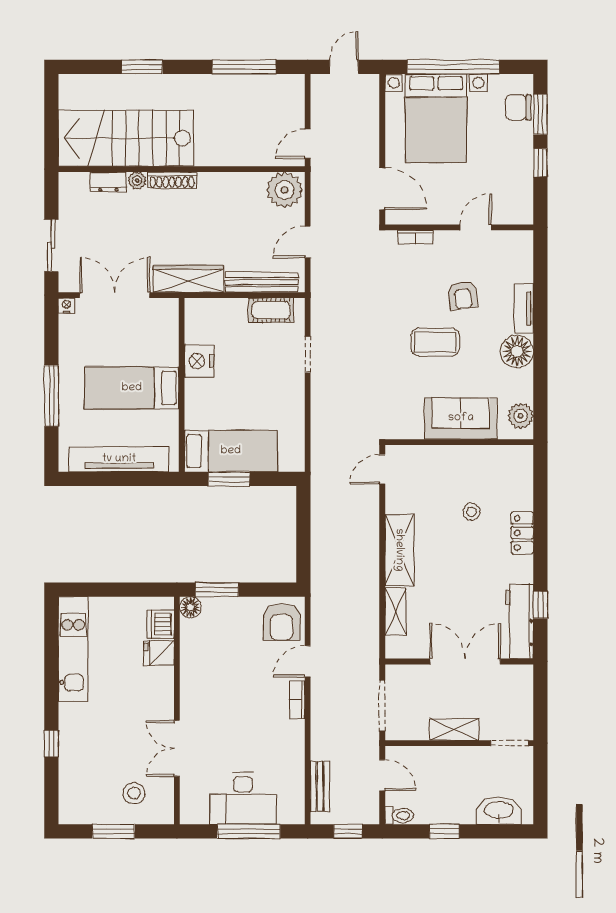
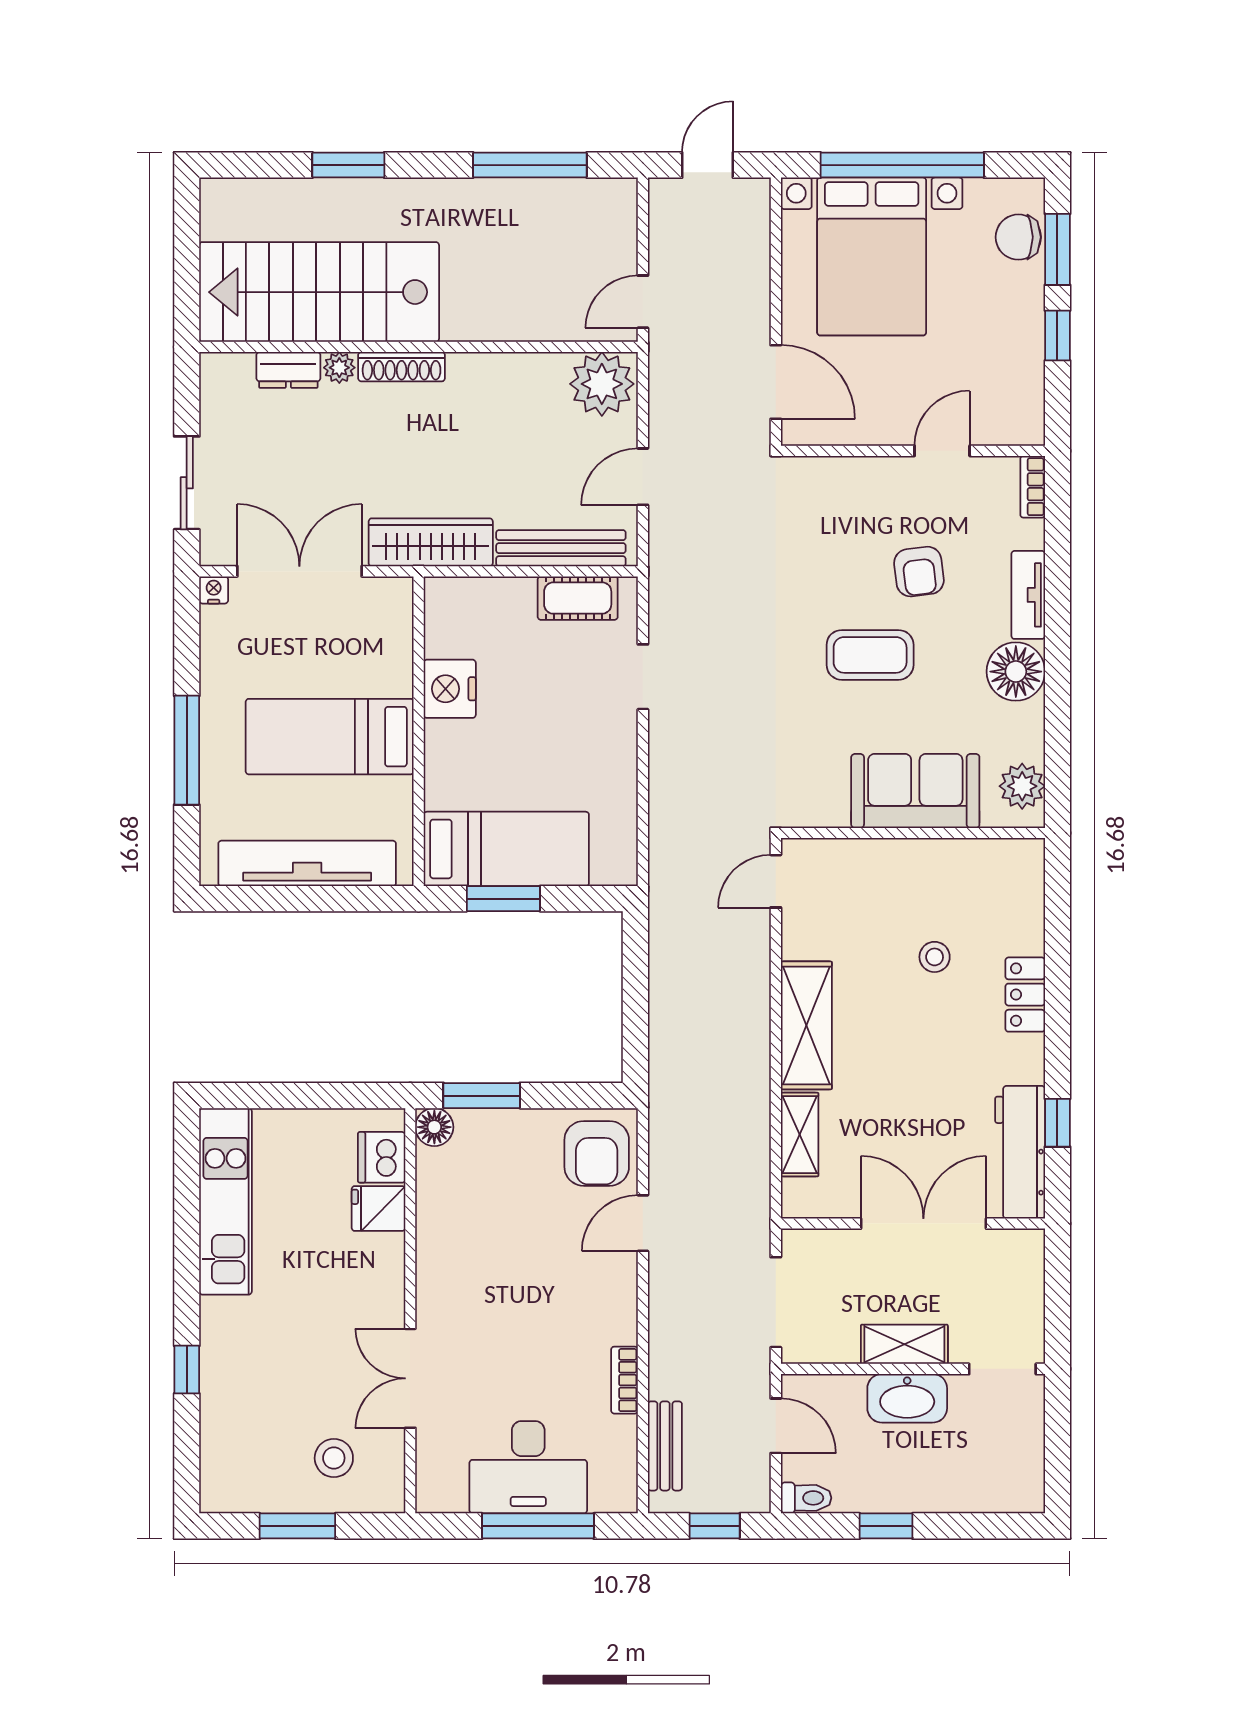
bookcase: (415, 237) -> (1033, 487), moved, turned 90
bookcase: (297, 700) -> (625, 1380), moved
washbasin: (499, 811) -> (907, 1398), moved, turned 180

